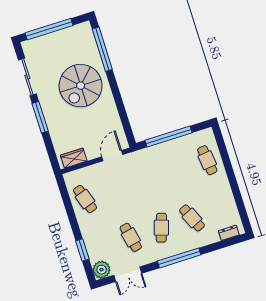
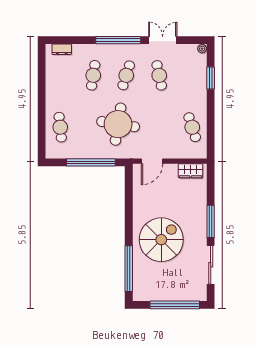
round table: (155, 180) -> (118, 124), added
cafe table: (192, 218) -> (93, 75), turned 33
plant: (101, 270) -> (202, 49), width x0.53, depth x0.53
double door: (128, 274) -> (163, 40), moved

